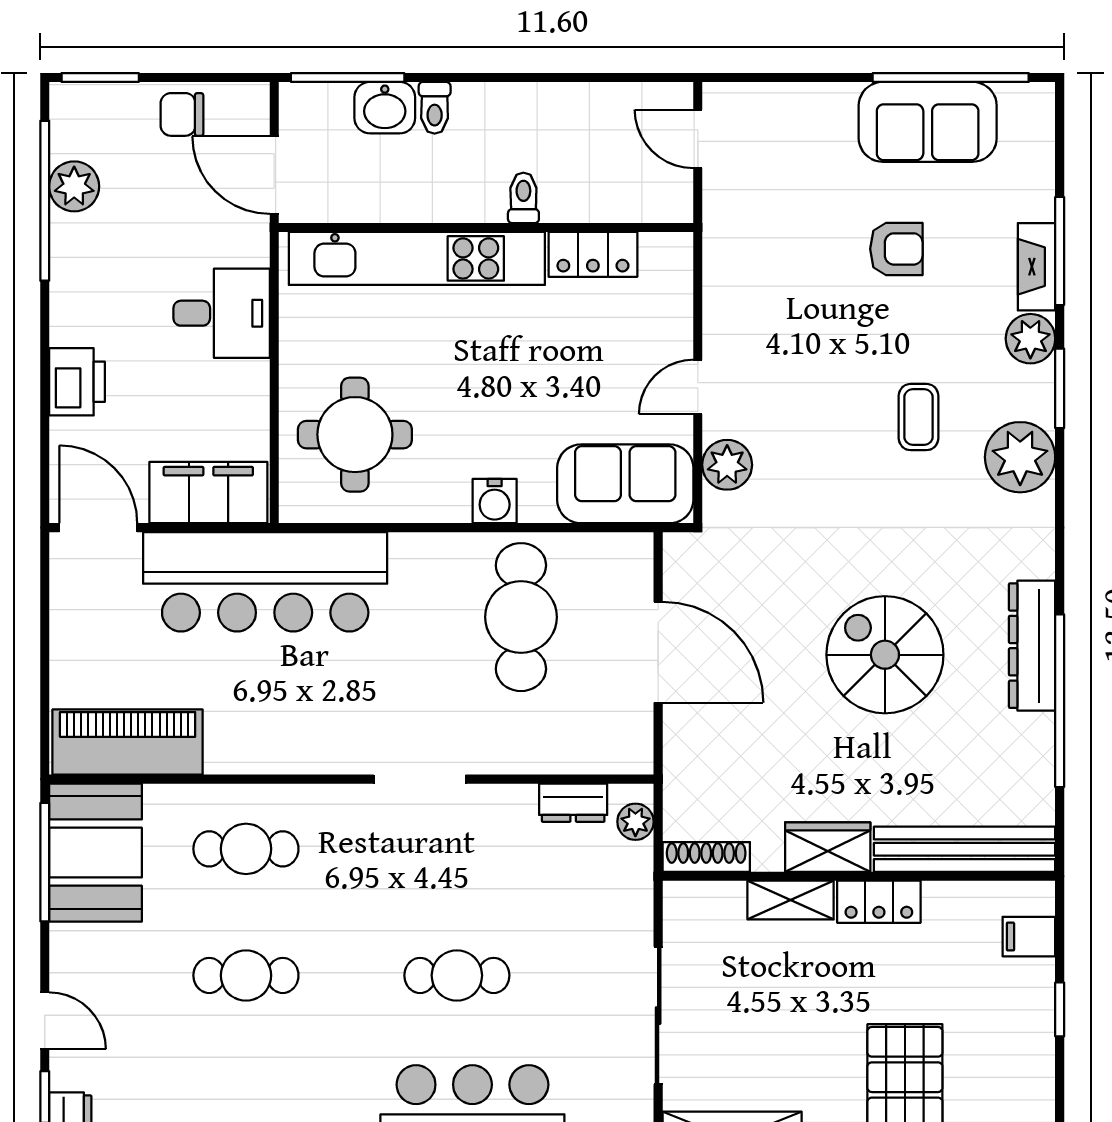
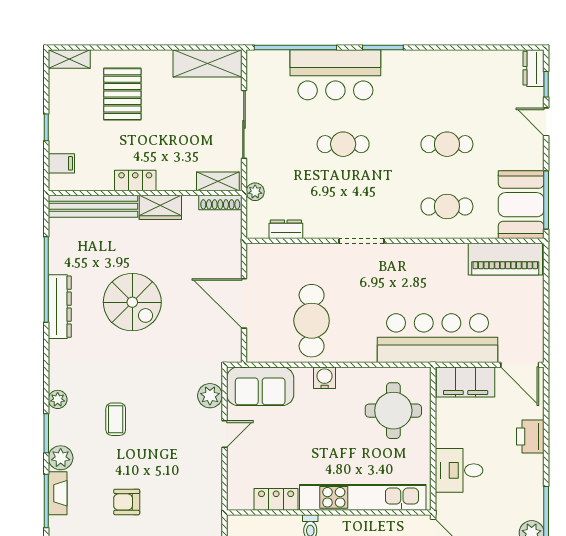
plant: (1020, 457) -> (58, 399), width x0.53, depth x0.53
plant: (635, 822) -> (255, 192), moved
shelving: (791, 900) -> (218, 181), moved

